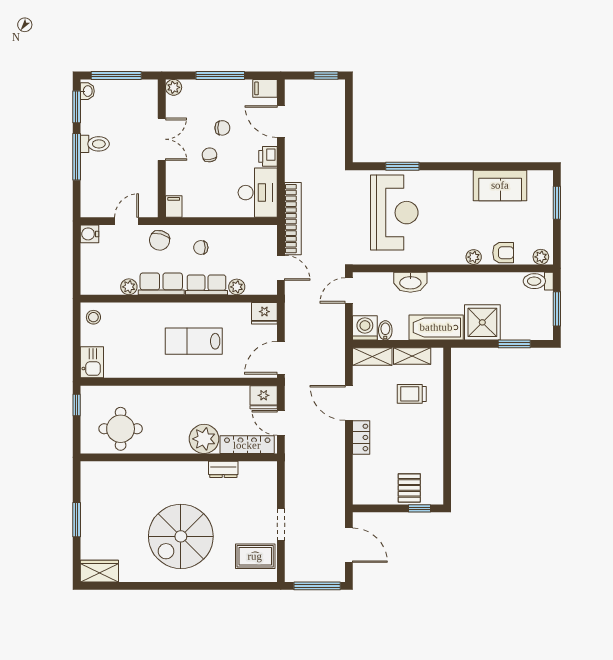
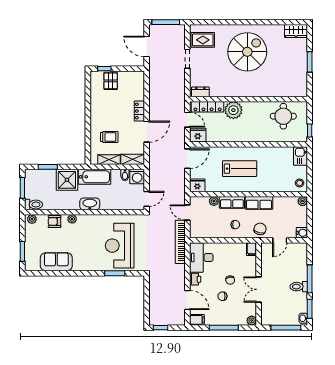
washbasin: (410, 282) -> (90, 204), moved
plant: (129, 287) -> (303, 201), moved
door: (349, 403) -> (147, 132), hinge flipped
dresser: (223, 469) -> (200, 92), moved

